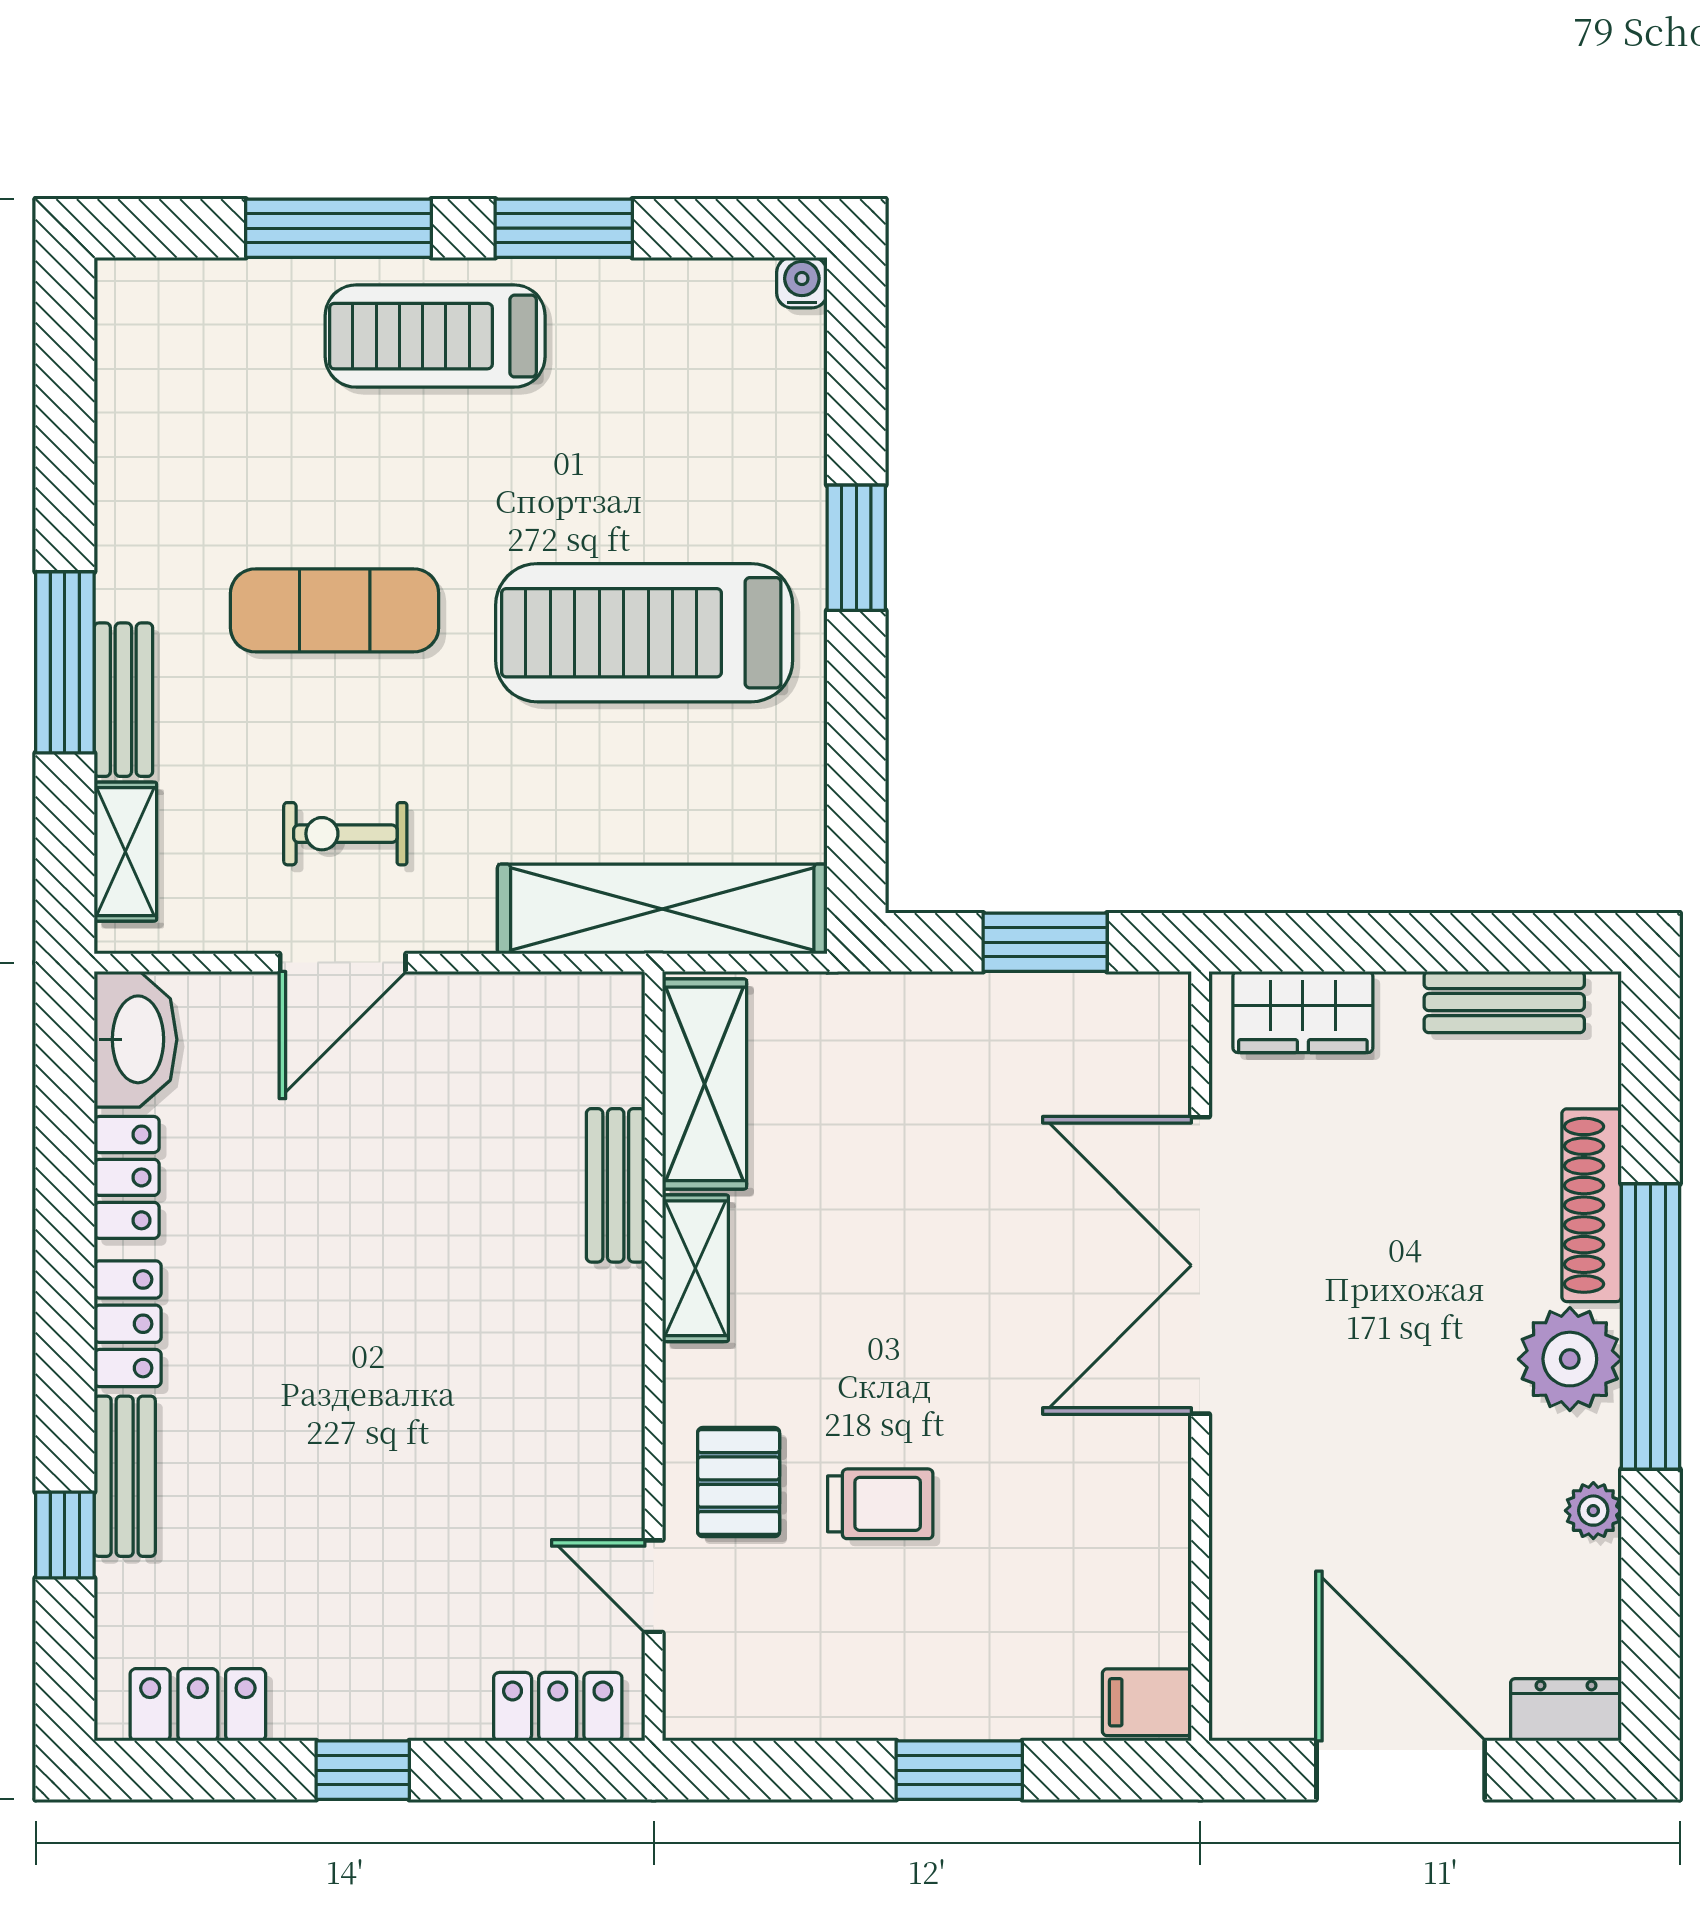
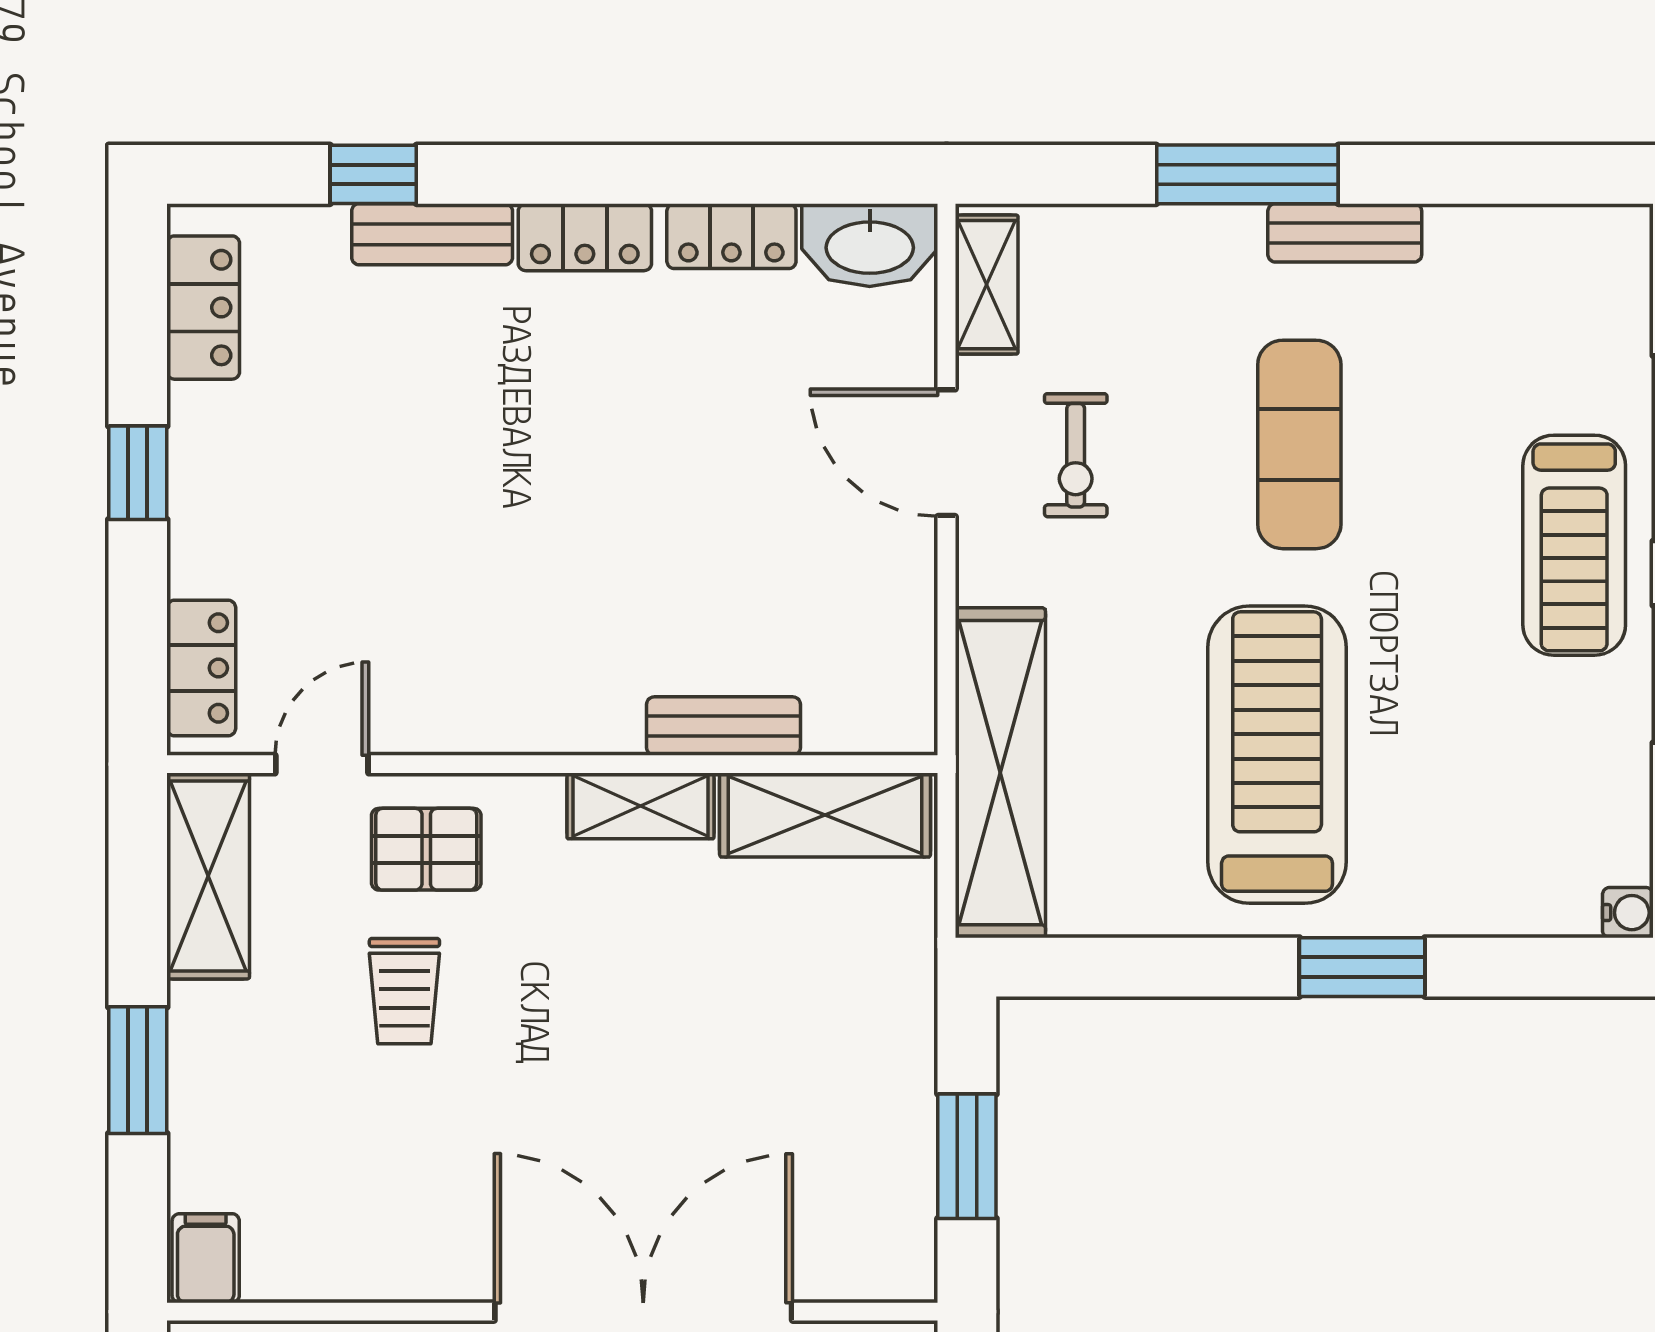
treadmill: (435, 336) -> (1574, 545), turned 180
bench: (123, 700) -> (1345, 233), moved
exercise bike: (345, 834) -> (1076, 455), turned 180
shelving: (125, 852) -> (987, 285), moved, turned 90
shelving: (765, 1700) -> (208, 876), added

